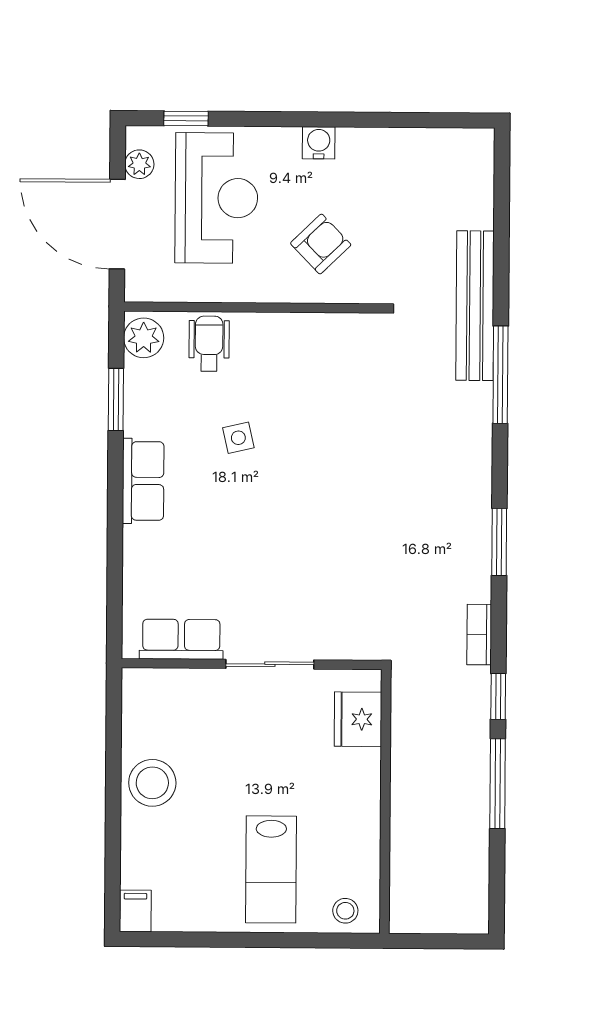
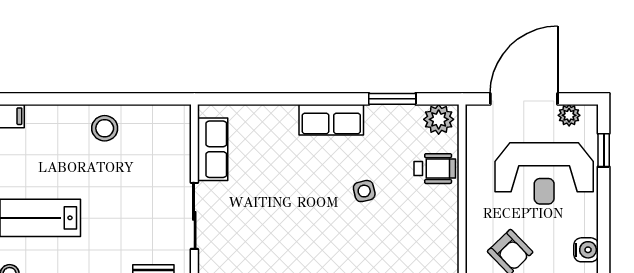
stool: (152, 783) -> (105, 128), width x0.73, depth x0.73

